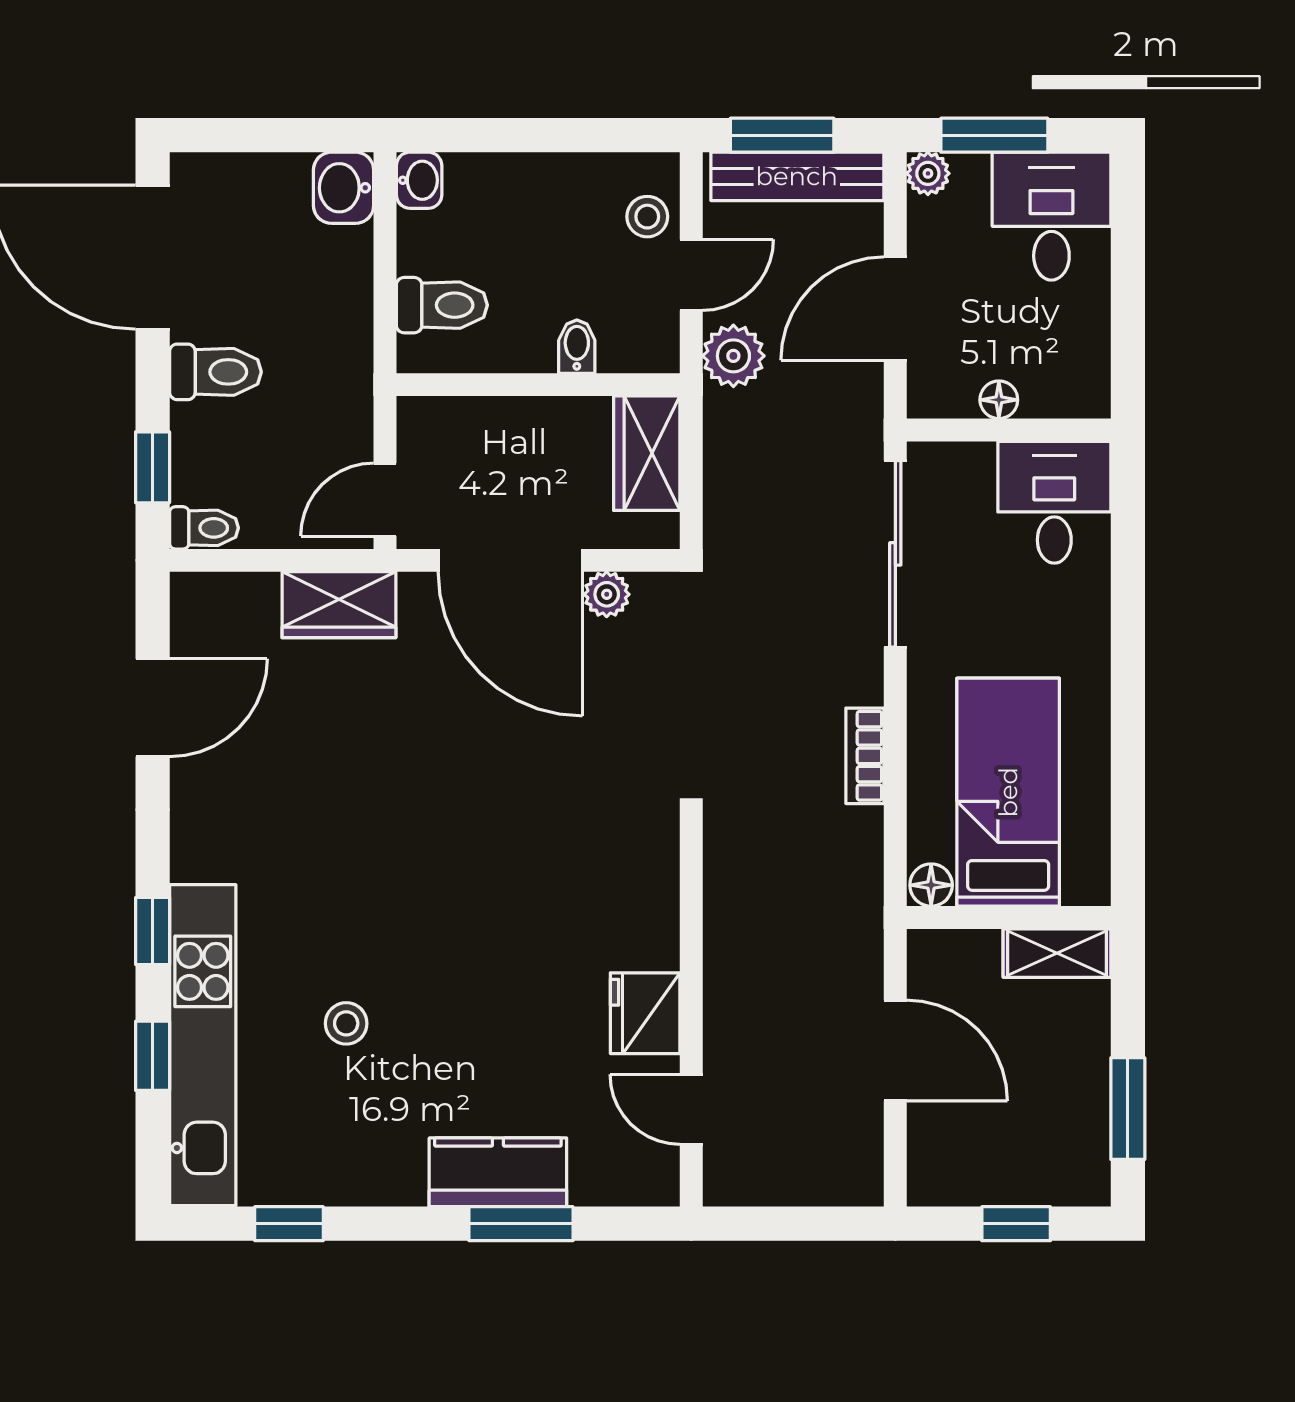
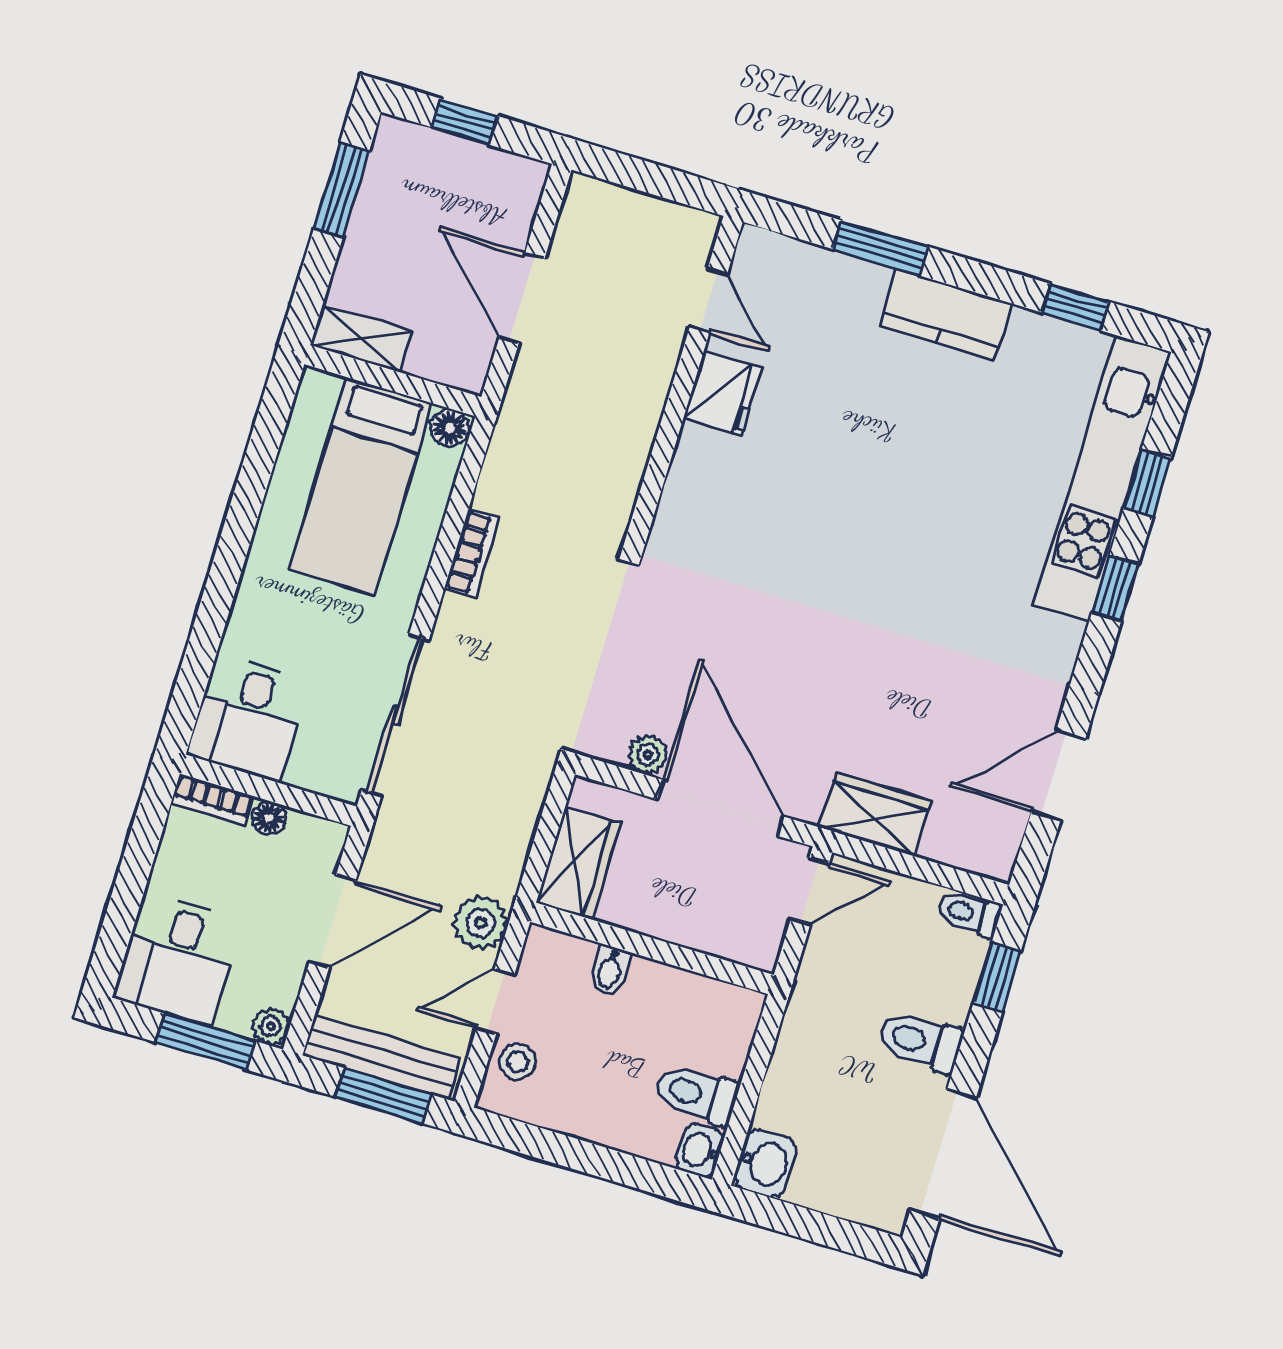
toilet: (442, 305) -> (696, 1094), moved
bookcase: (1067, 401) -> (212, 800), added
stool: (346, 1023) -> (976, 461), removed
kitchen counter: (498, 1172) -> (946, 315), moved

